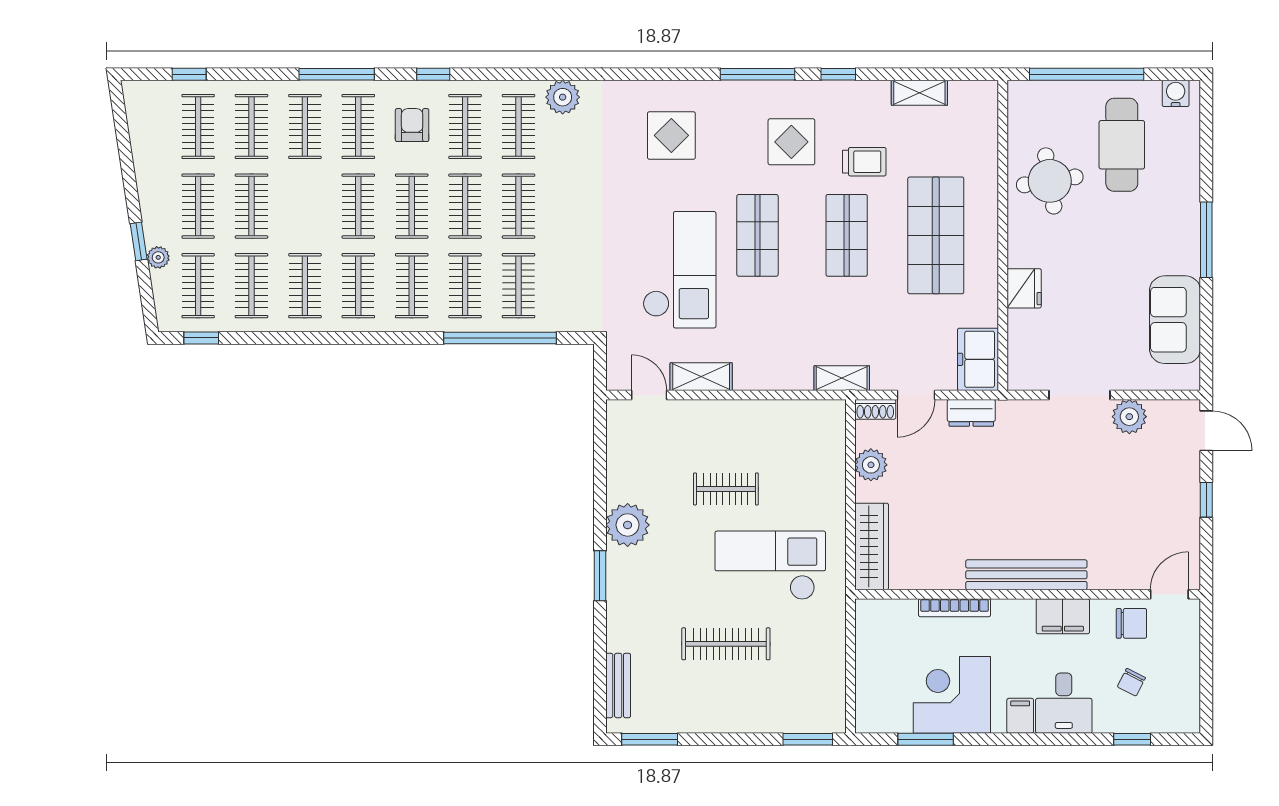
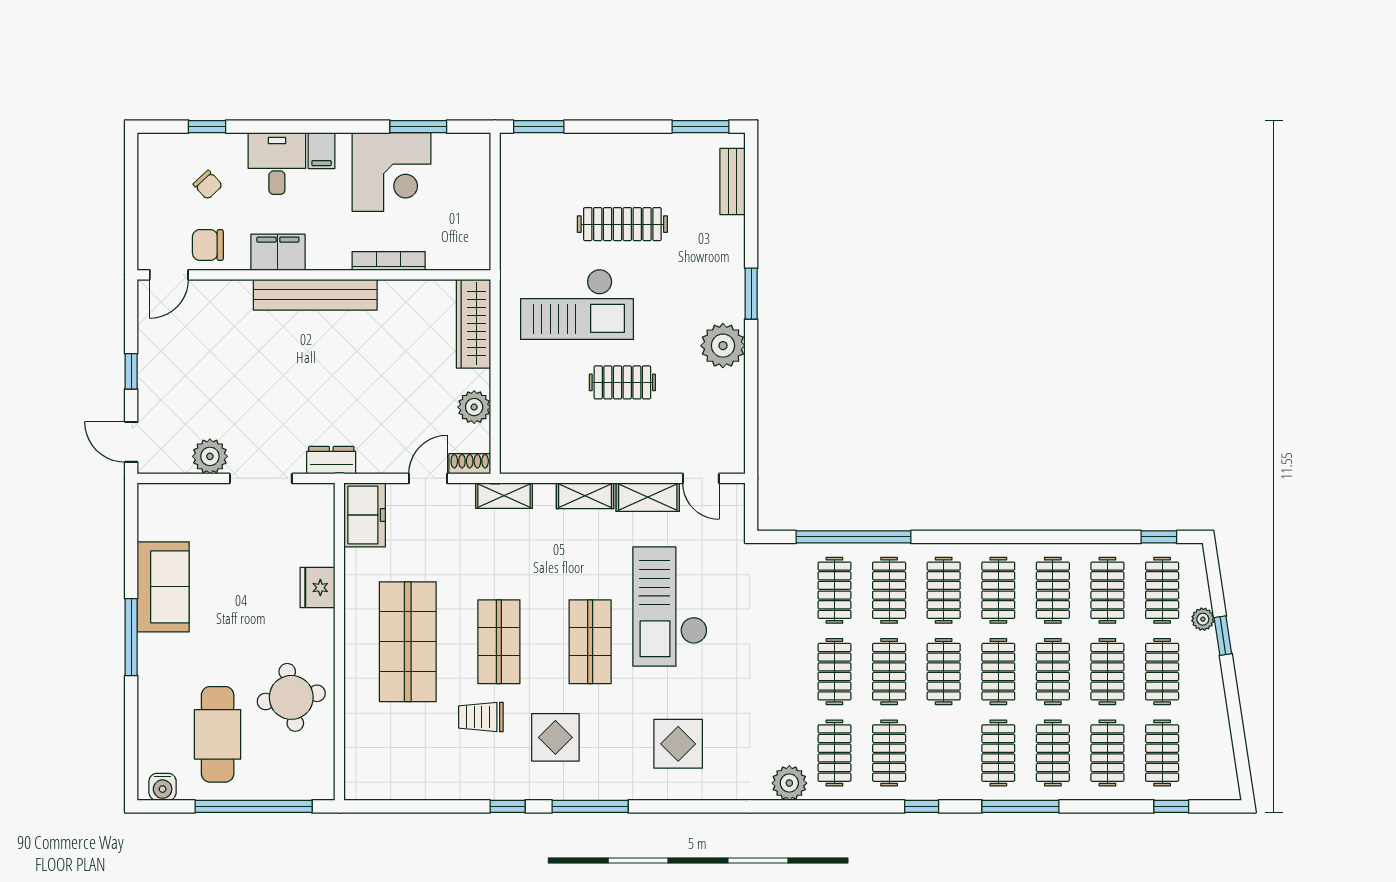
shelving: (919, 93) -> (585, 496), moved
armchair: (412, 125) -> (943, 754), removed
clothes rail: (305, 206) -> (1053, 672), added
sofa: (1175, 320) -> (163, 587), moved
dresser: (971, 413) -> (331, 460), moved
chair: (1131, 682) -> (208, 185), turned 110

